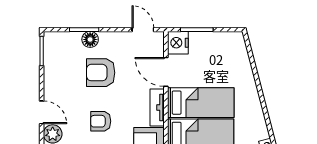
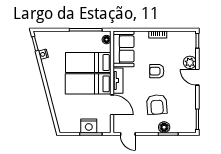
nightstand: (178, 43) -> (89, 126), moved, turned 90
armchair: (101, 73) -> (157, 105), turned 86
armchair: (101, 121) -> (157, 71), turned 180

